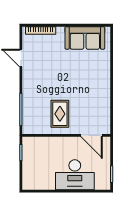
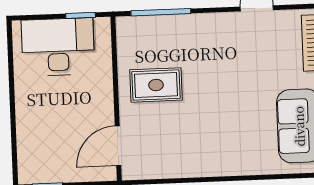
desk: (75, 175) -> (58, 47), moved, turned 90

